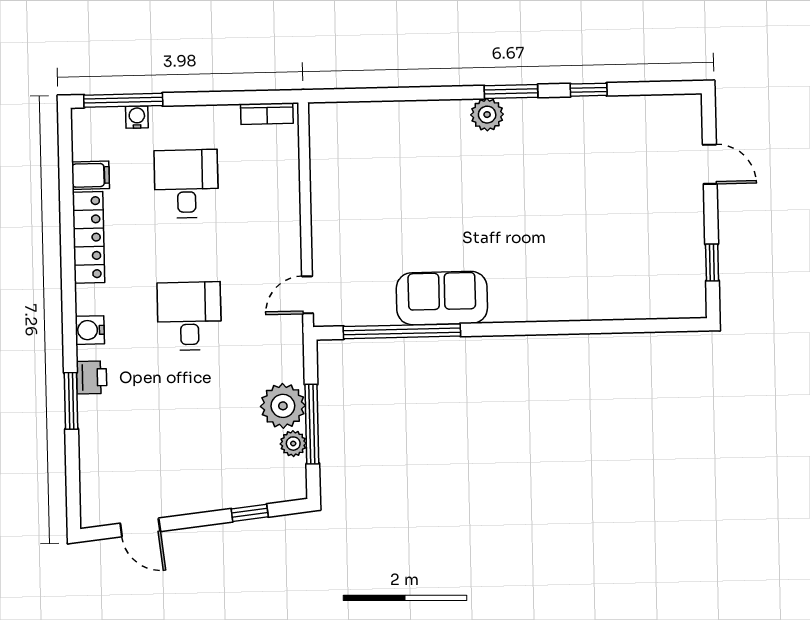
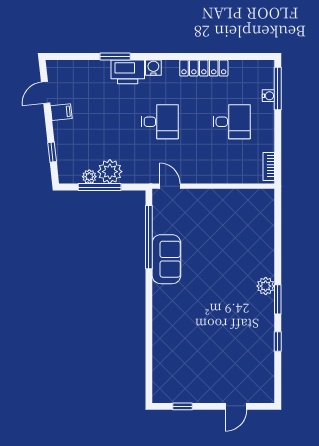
filing cabinet: (91, 175) -> (61, 112), moved, turned -96
printer: (92, 377) -> (128, 72), width x1.87, depth x1.48

